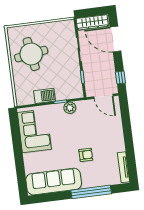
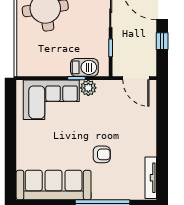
window: (120, 77) -> (162, 41), moved
barbecue: (45, 96) -> (84, 67), moved
corner sofa: (34, 131) -> (51, 100), moved, turned 90

